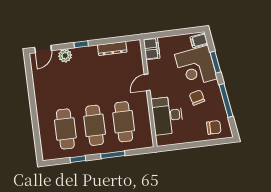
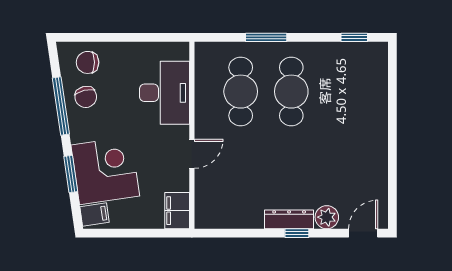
dresser: (112, 48) -> (289, 219), moved
chair: (197, 98) -> (86, 97), moved
cafe table: (65, 129) -> (342, 92), removed
window: (78, 159) -> (354, 37), moved

